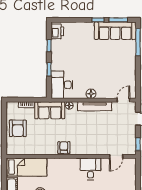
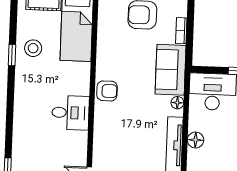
desk: (91, 169) -> (70, 113), moved

